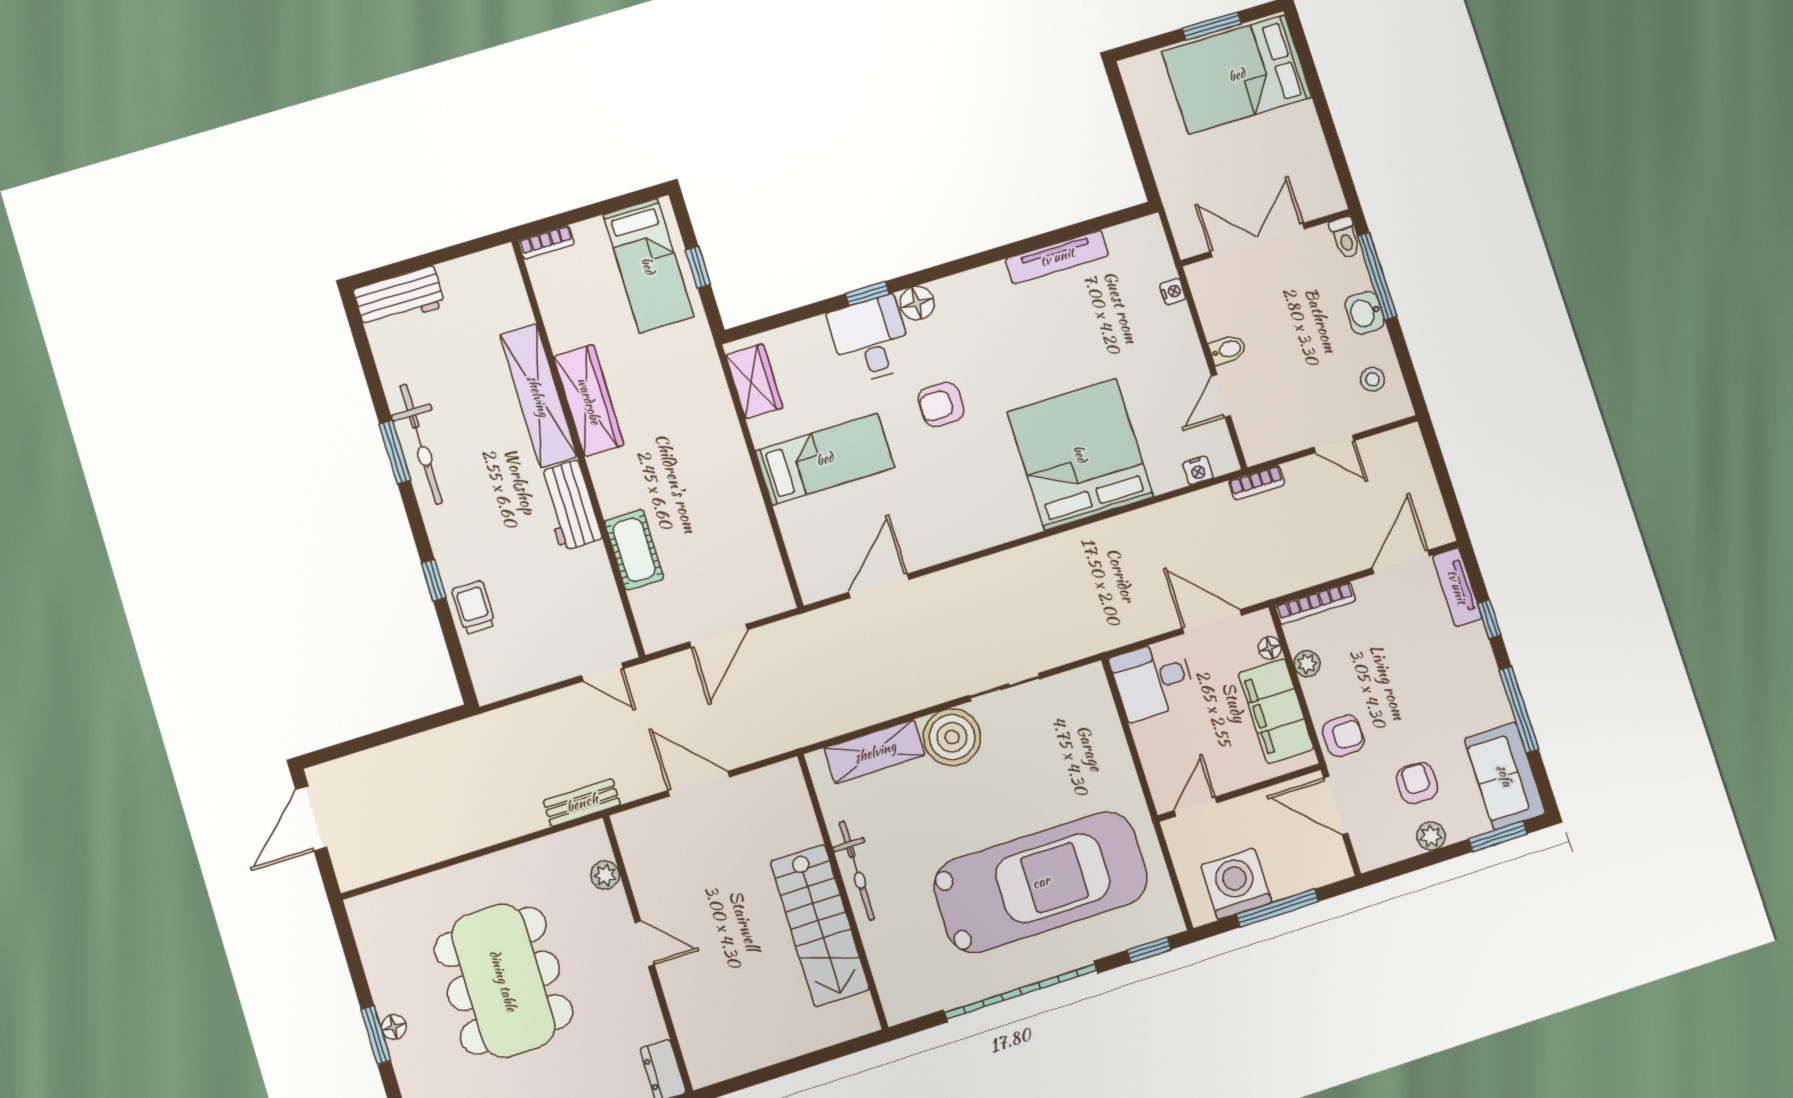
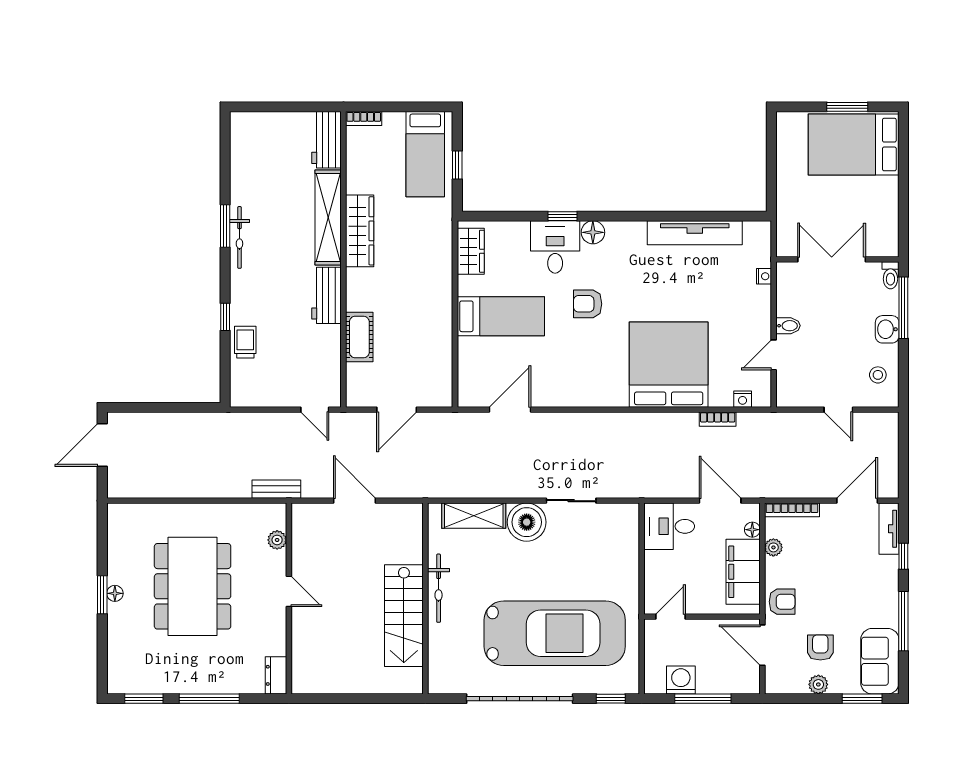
tv unit: (1057, 257) -> (695, 233), width x1.36, depth x1.29
workbench: (399, 298) -> (327, 140), moved, turned 90
bicycle: (421, 444) -> (239, 237), width x0.73, depth x0.71
bookcase: (1257, 483) -> (718, 419), moved
washing machine: (1236, 884) -> (681, 680), width x0.73, depth x0.73

